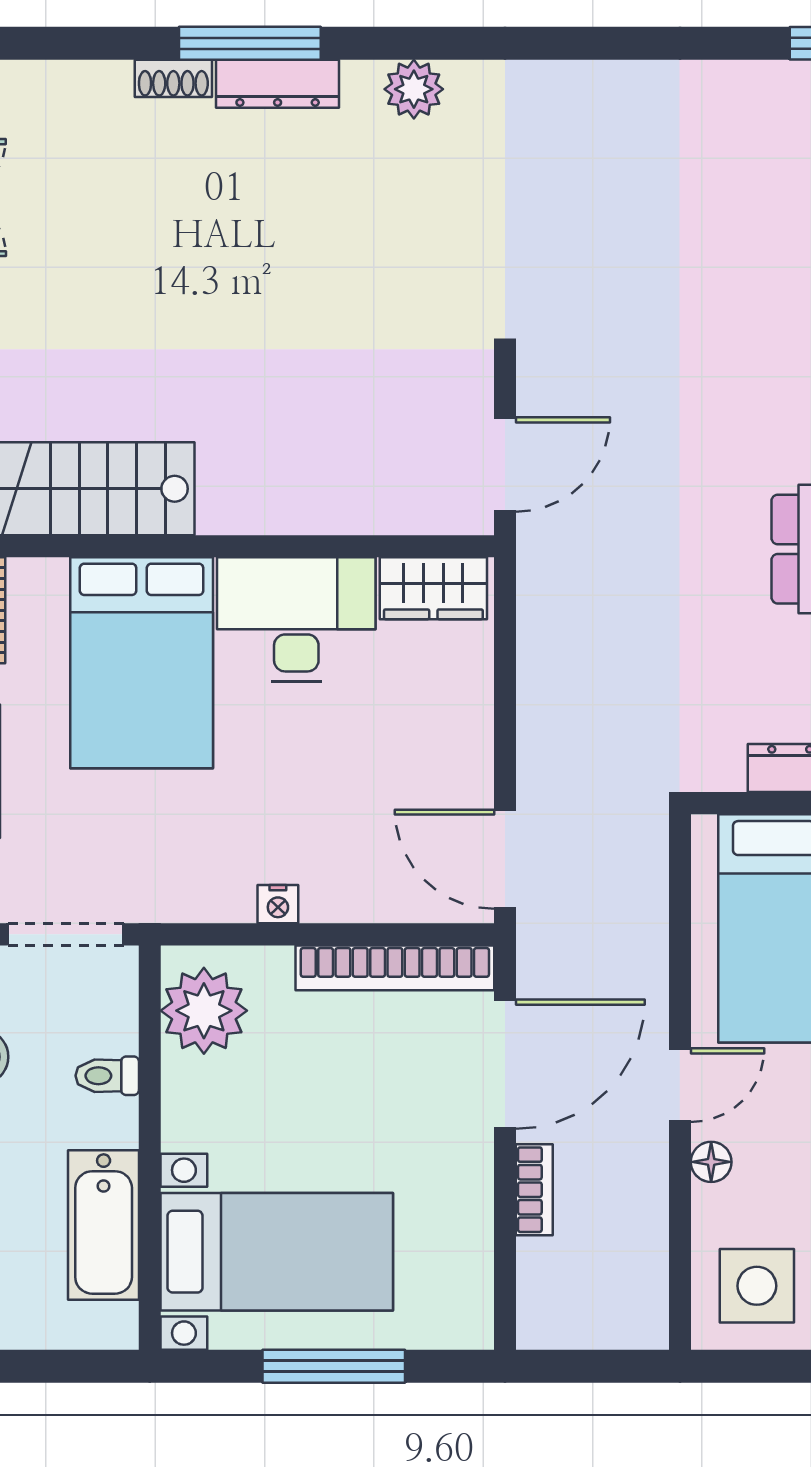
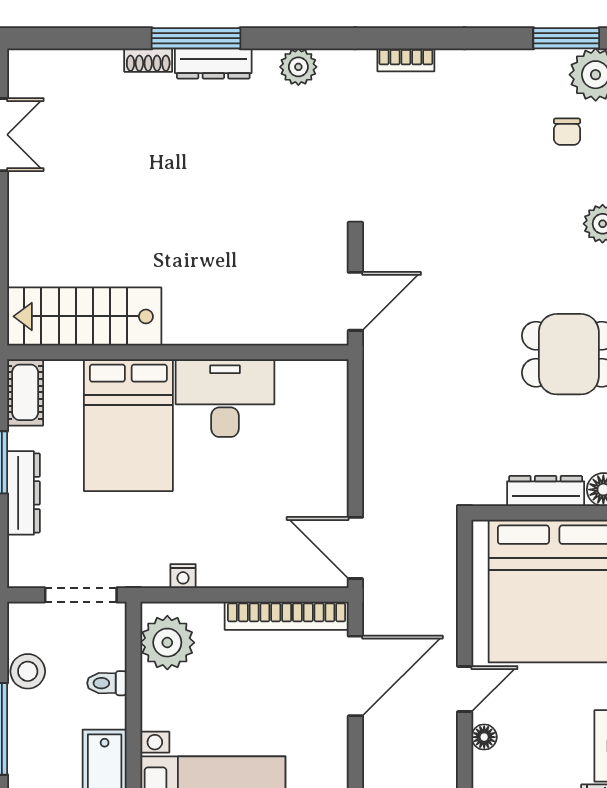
wardrobe: (433, 588) -> (311, 379), removed
nightstand: (278, 904) -> (183, 576), moved
bookcase: (534, 1190) -> (406, 60), moved, turned 90

